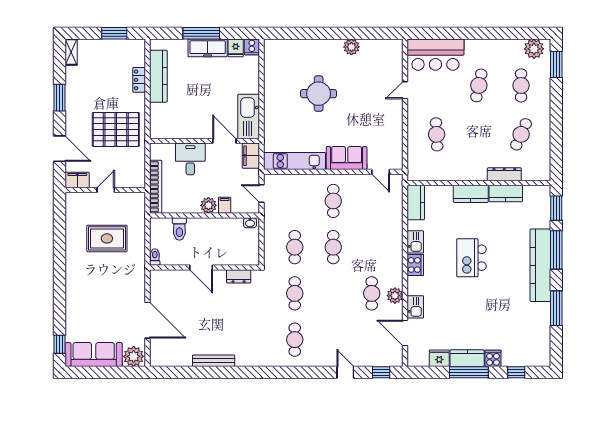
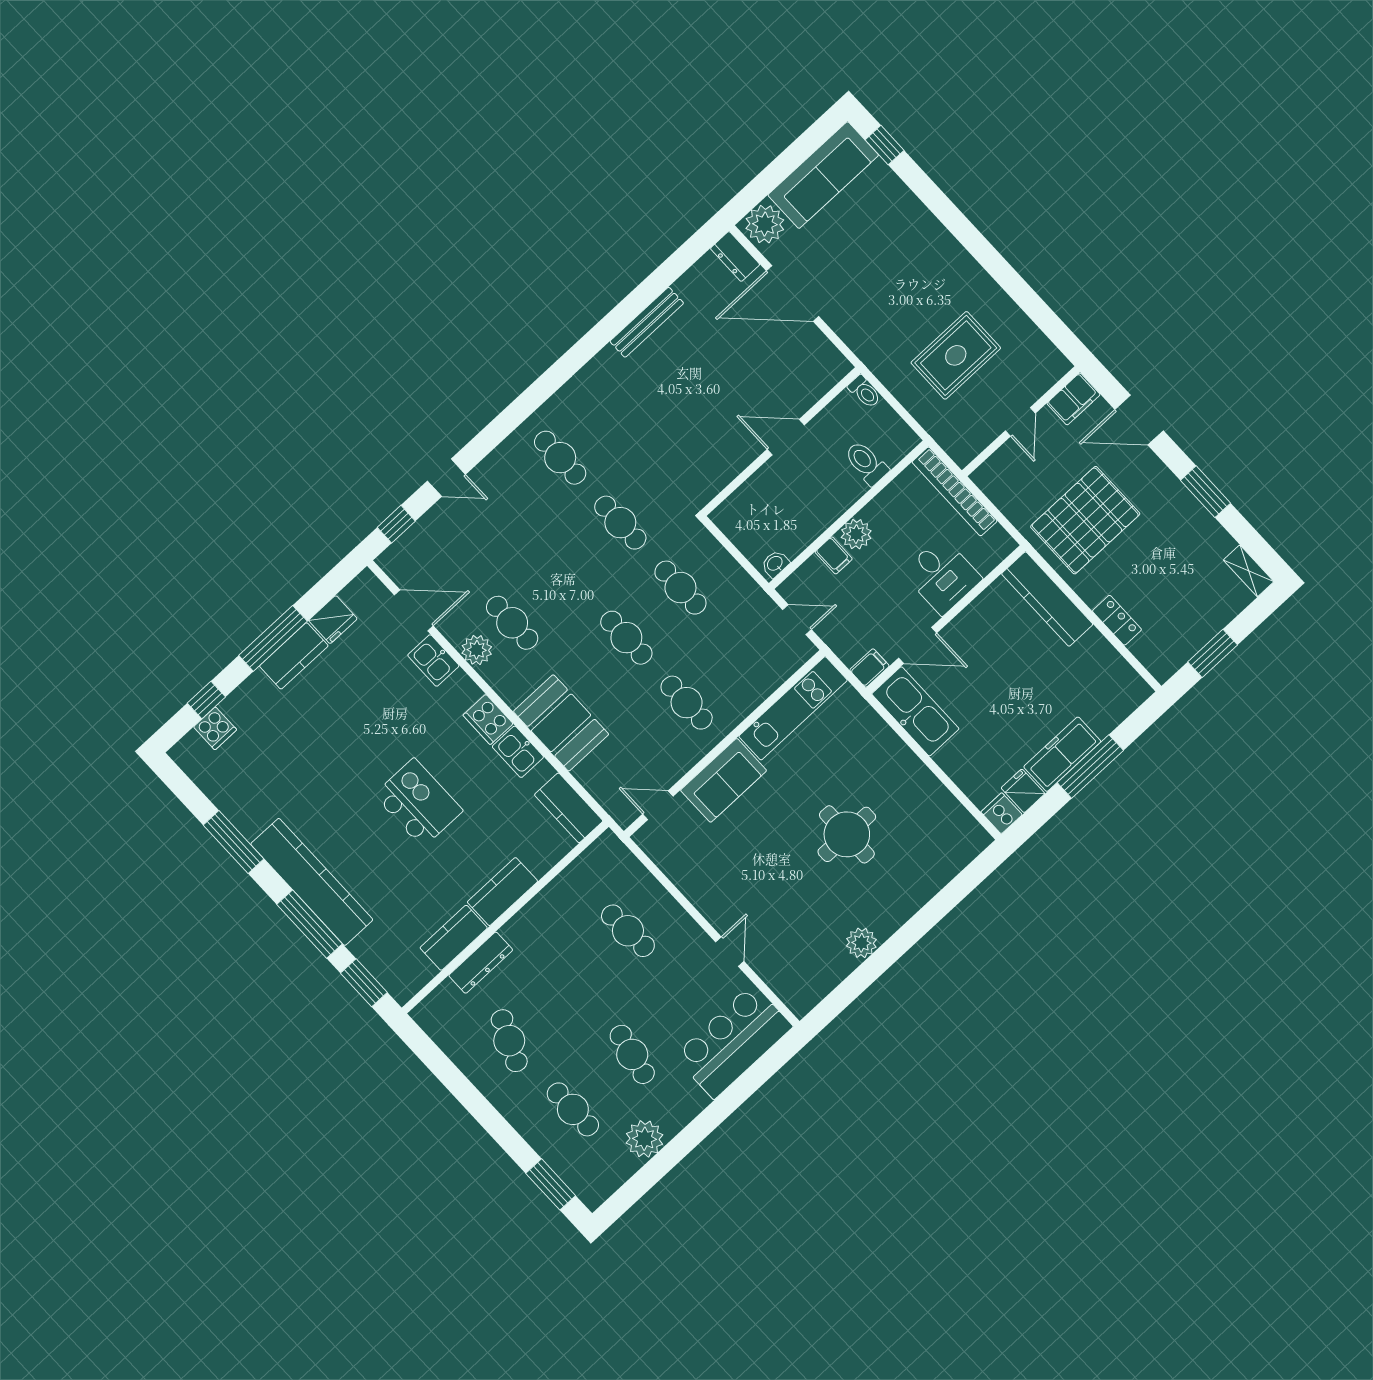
plant: (534, 49) -> (644, 1139), moved
kitchen counter: (158, 76) -> (1047, 599), moved
filing cabinet: (251, 156) -> (869, 668), width x0.50
booth: (388, 238) -> (561, 723), added
dresser: (239, 276) -> (735, 256), moved, turned -90
cooker: (493, 358) -> (215, 728), moved

